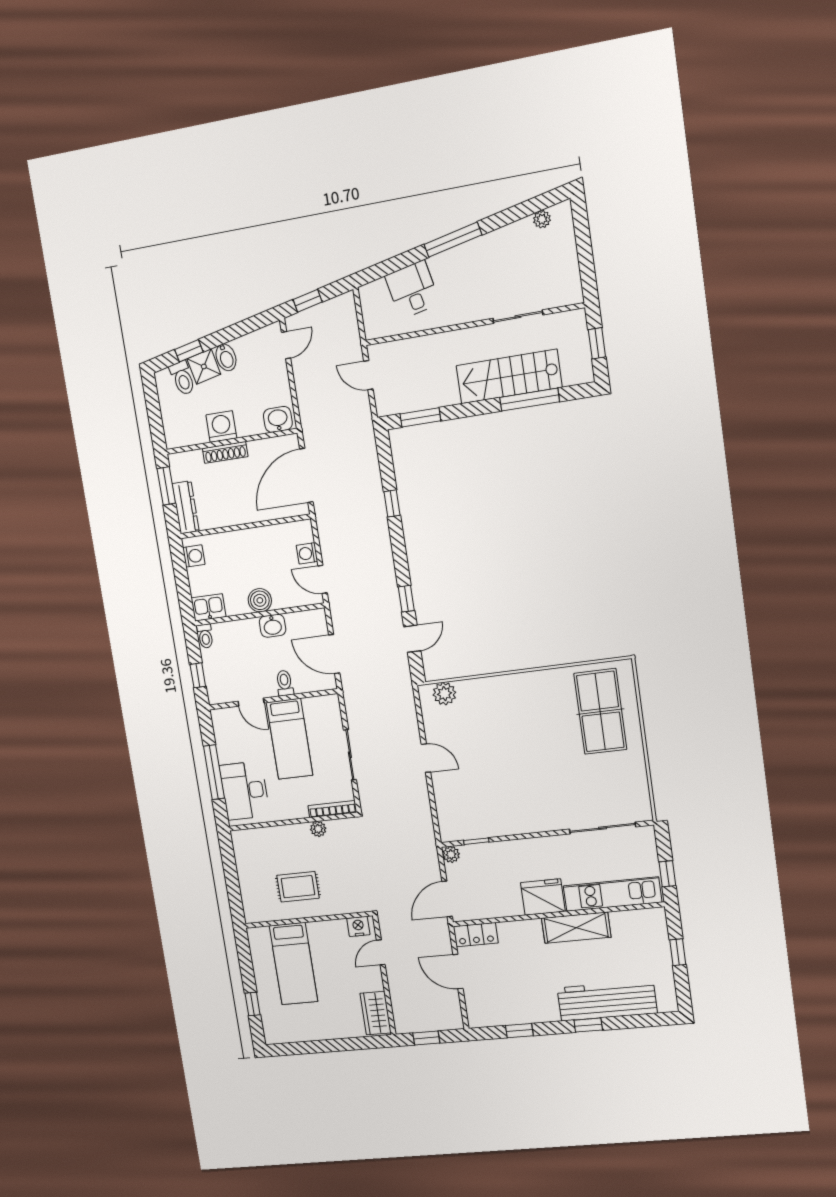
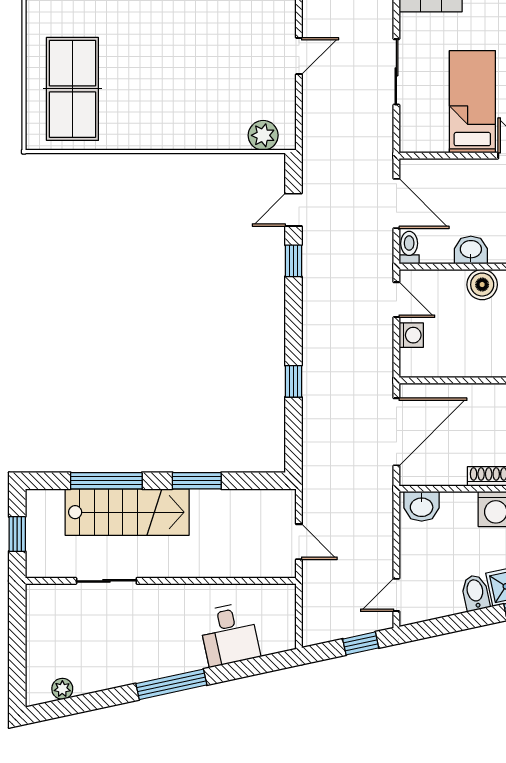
window: (420, 417) -> (197, 481), moved
toilet: (285, 683) -> (409, 248), moved, turned 180
door: (426, 758) -> (299, 56), swing flipped

